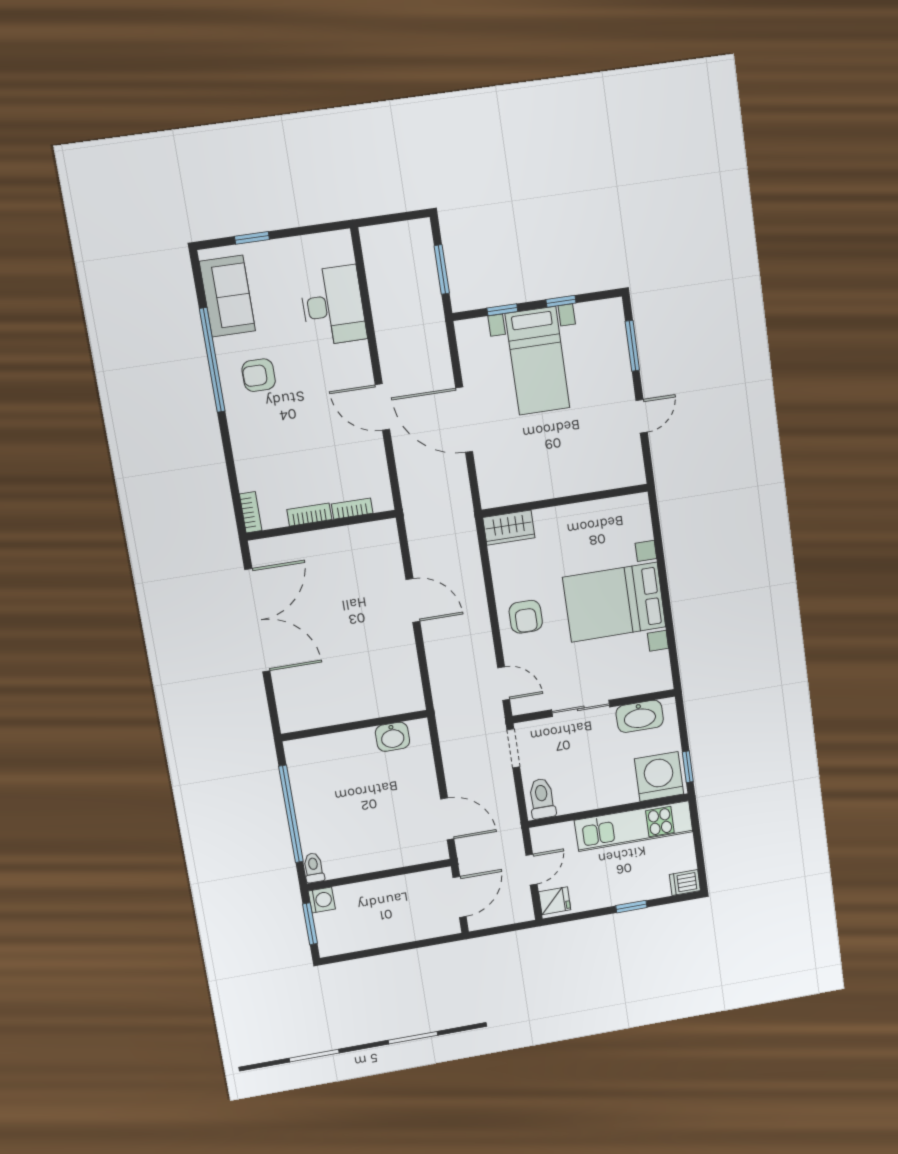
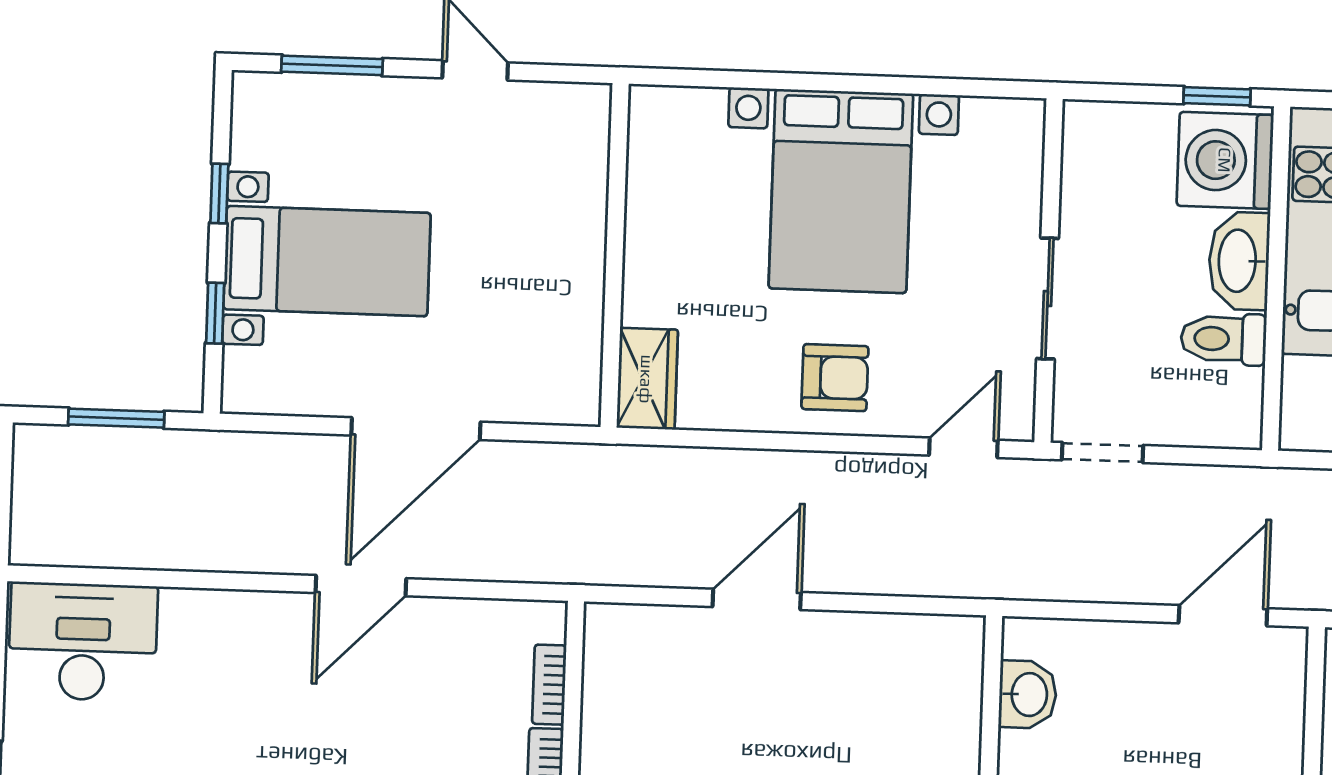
desk: (333, 306) -> (83, 642), moved
washbasin: (640, 716) -> (1239, 261), moved, turned 180
toilet: (542, 799) -> (1224, 339), moved

